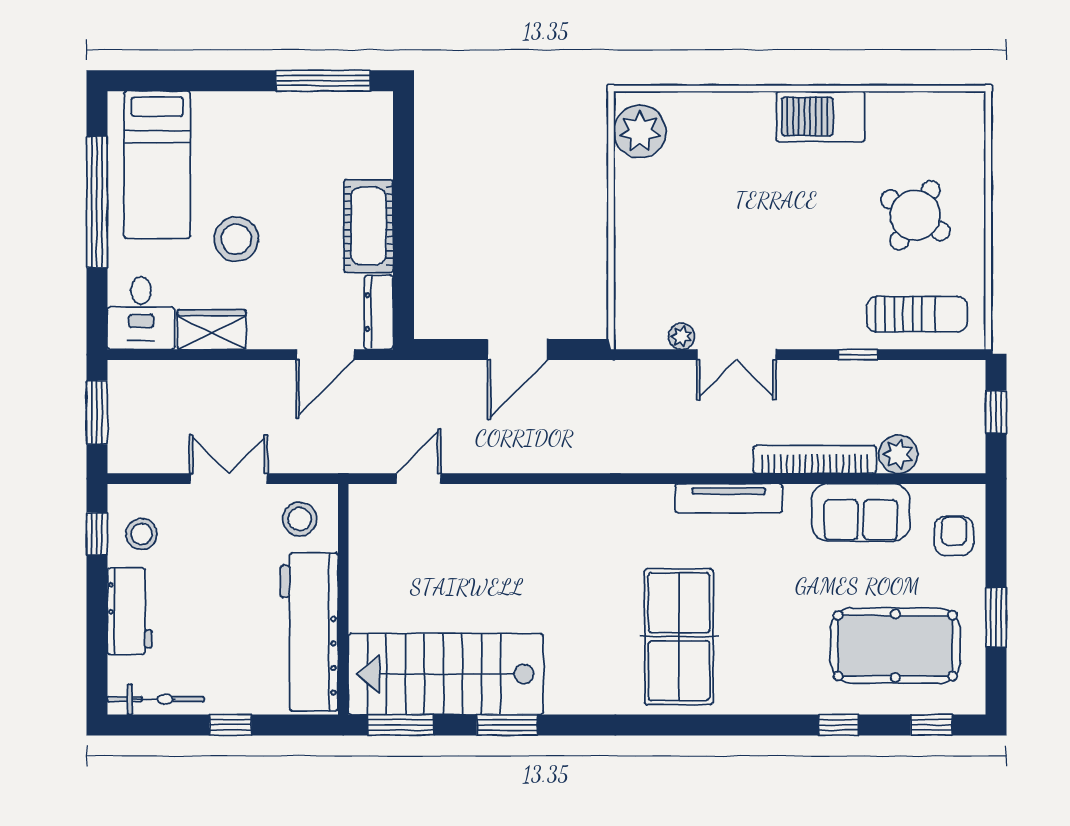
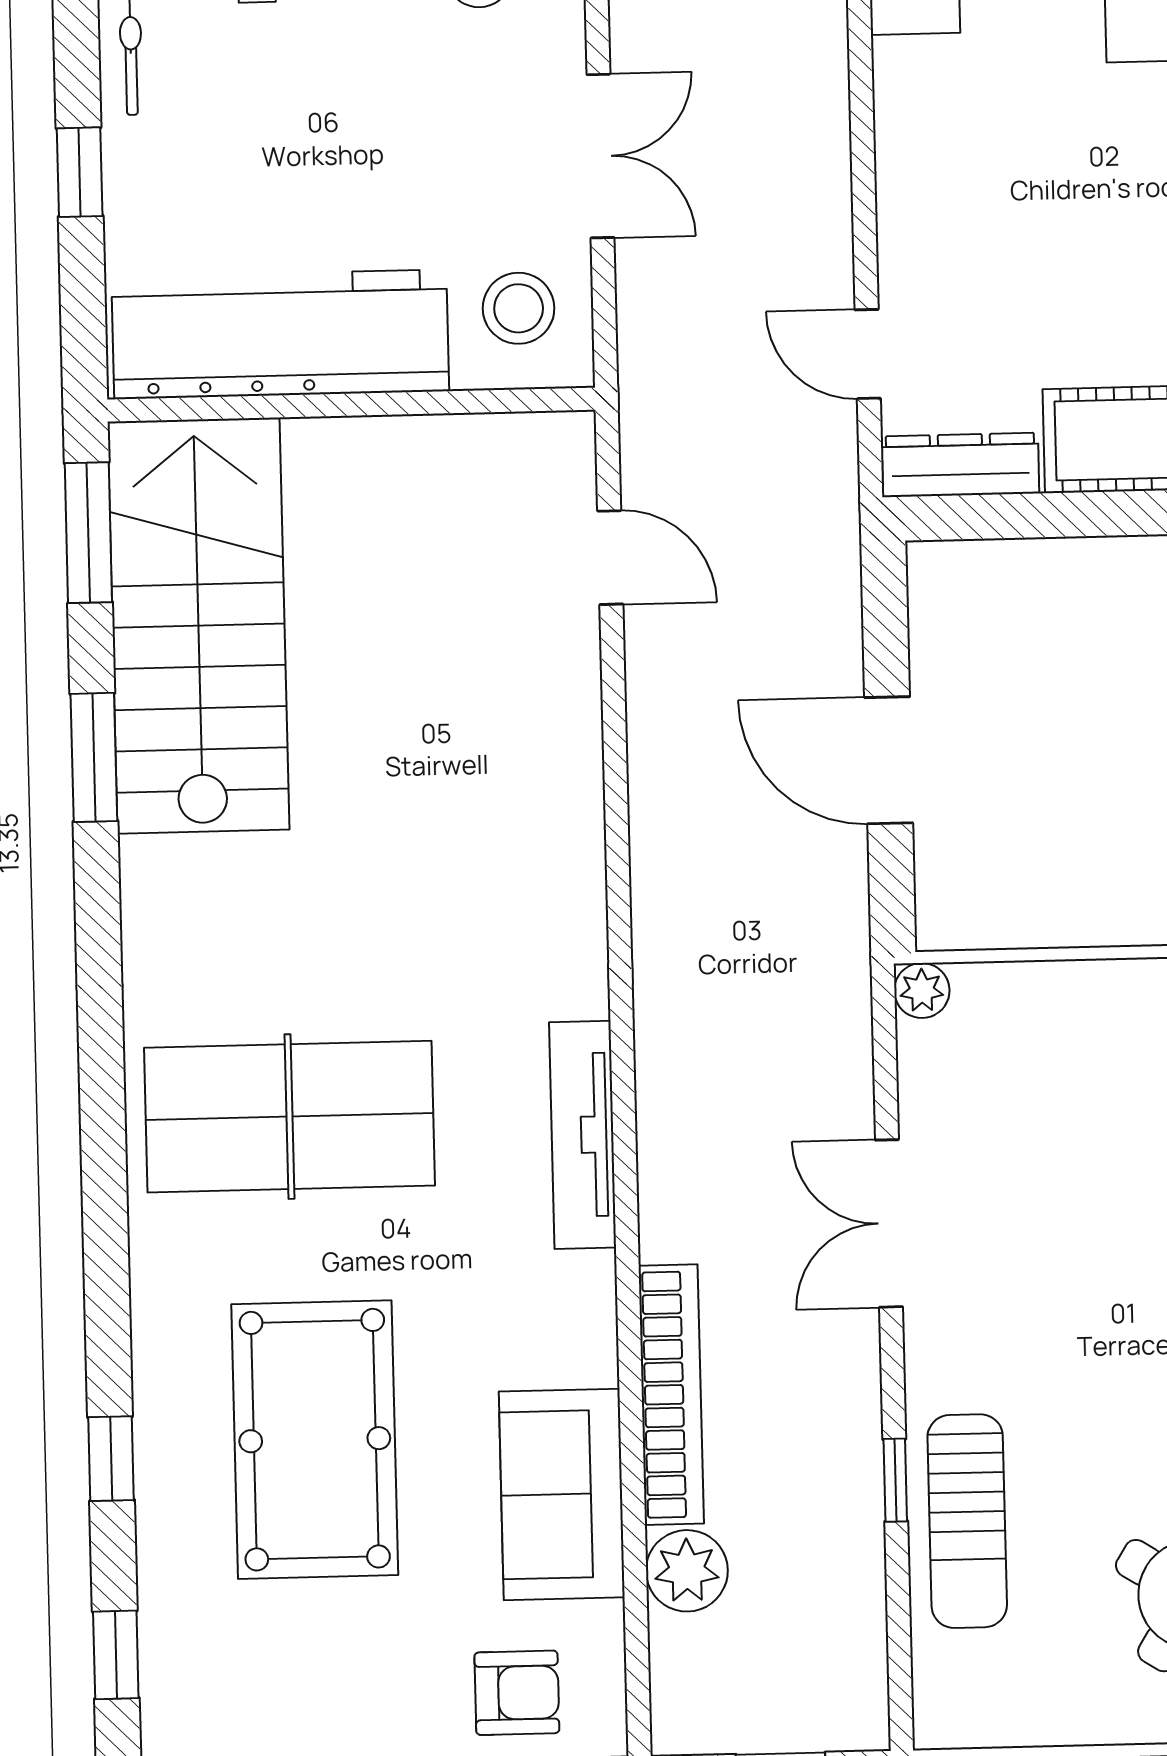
stool: (236, 239) -> (1108, 160), removed
sun lounger: (917, 314) -> (967, 1521), moved
wardrobe: (212, 330) -> (915, 112), removed
plant: (682, 336) -> (922, 991), moved
door: (325, 355) -> (868, 354), width x0.73
tv unit: (729, 498) -> (583, 1135), moved
pool table: (895, 646) -> (315, 1440), moved

